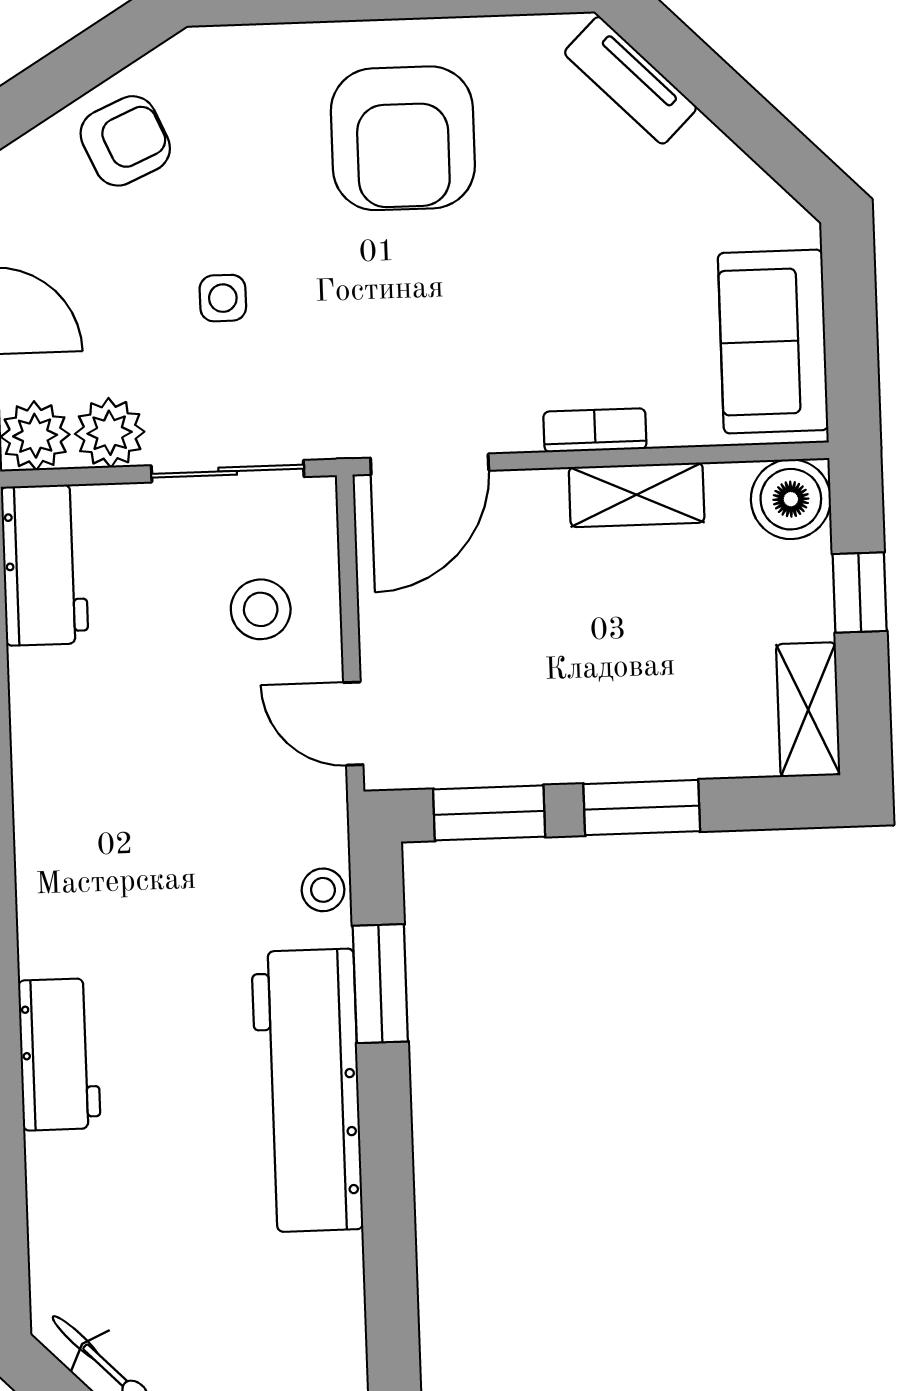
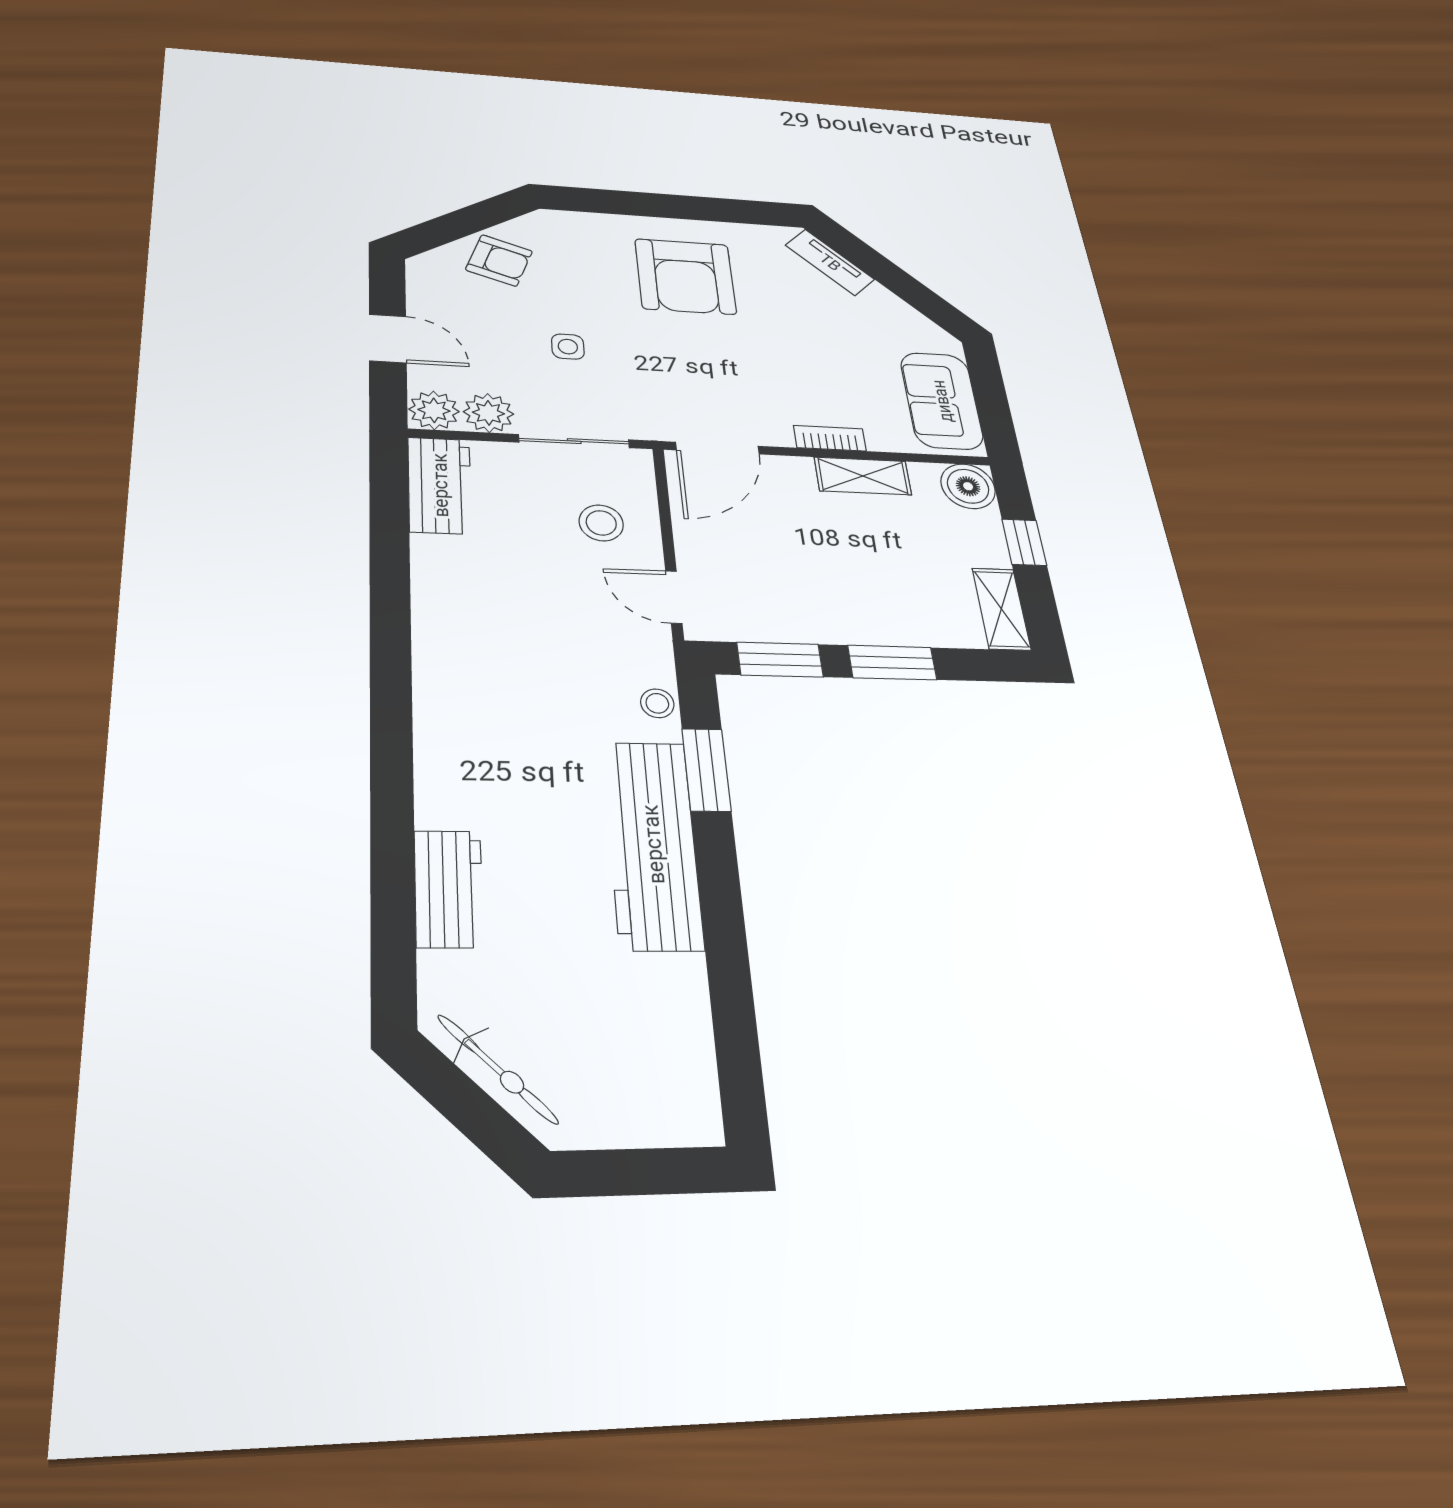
armchair: (125, 141) -> (499, 260), turned 44
workbench: (59, 1054) -> (449, 889), moved

